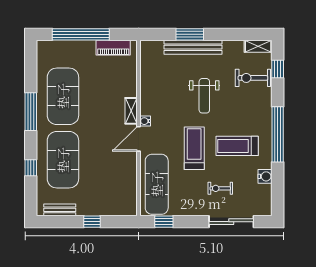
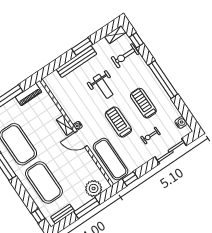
window: (190, 34) -> (82, 46), moved
door: (139, 139) -> (81, 139), hinge flipped
treadmill: (237, 146) -> (143, 103), turned 90
window: (31, 168) -> (38, 216), moved
water cooler: (265, 176) -> (181, 123), moved
plant: (115, 205) -> (94, 188), added
window: (92, 222) -> (87, 208), width x2.17

